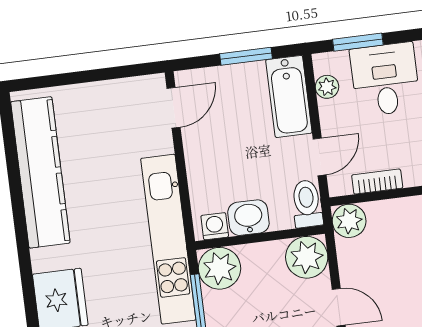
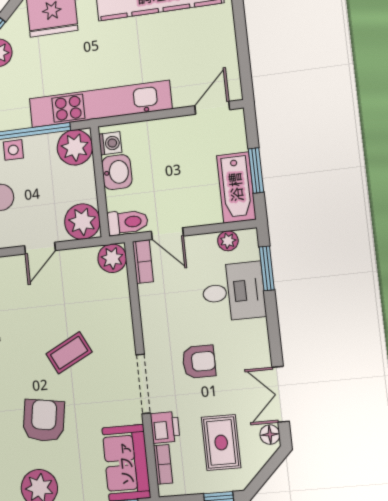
bathtub: (289, 96) -> (236, 187), moved, turned -90
door: (174, 108) -> (212, 108), swing flipped
bookcase: (377, 182) -> (143, 262), moved

